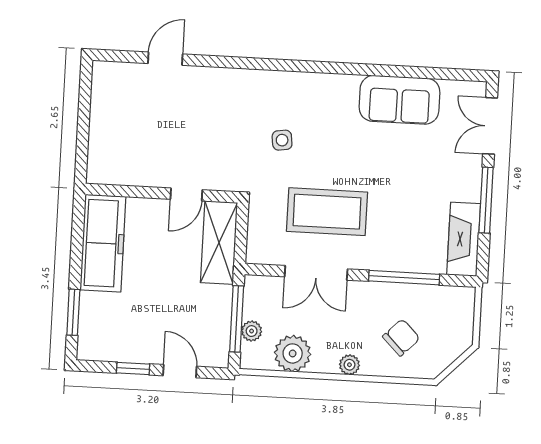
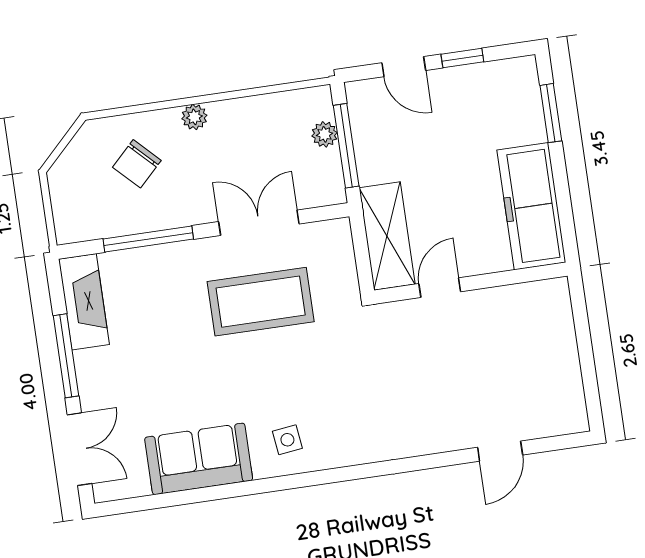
side table: (282, 140) -> (287, 440), moved
plant: (293, 353) -> (268, 117), removed

